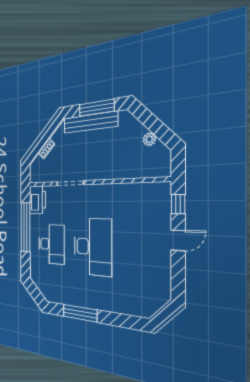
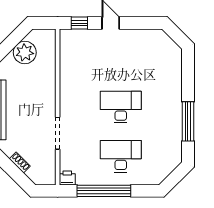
plant: (149, 139) -> (25, 53), width x1.88, depth x1.88
printer: (37, 200) -> (67, 178), width x0.53, depth x0.68
desk: (93, 247) -> (121, 107), width x0.73, depth x0.77

